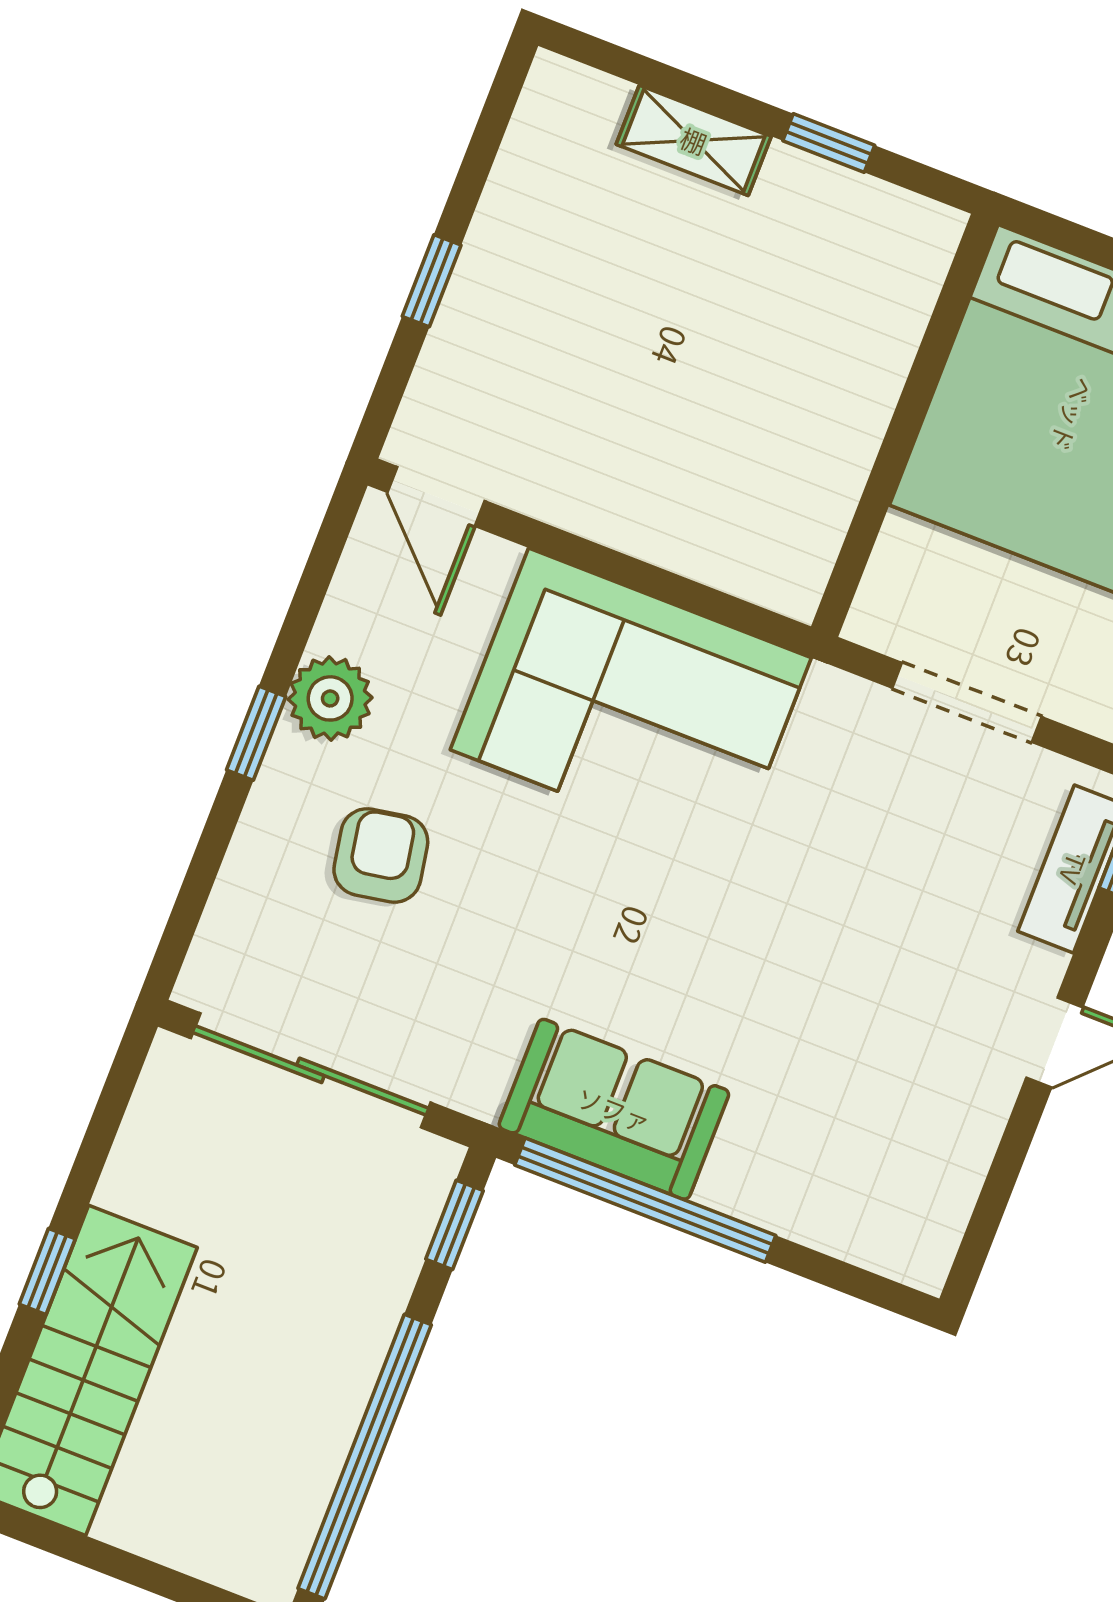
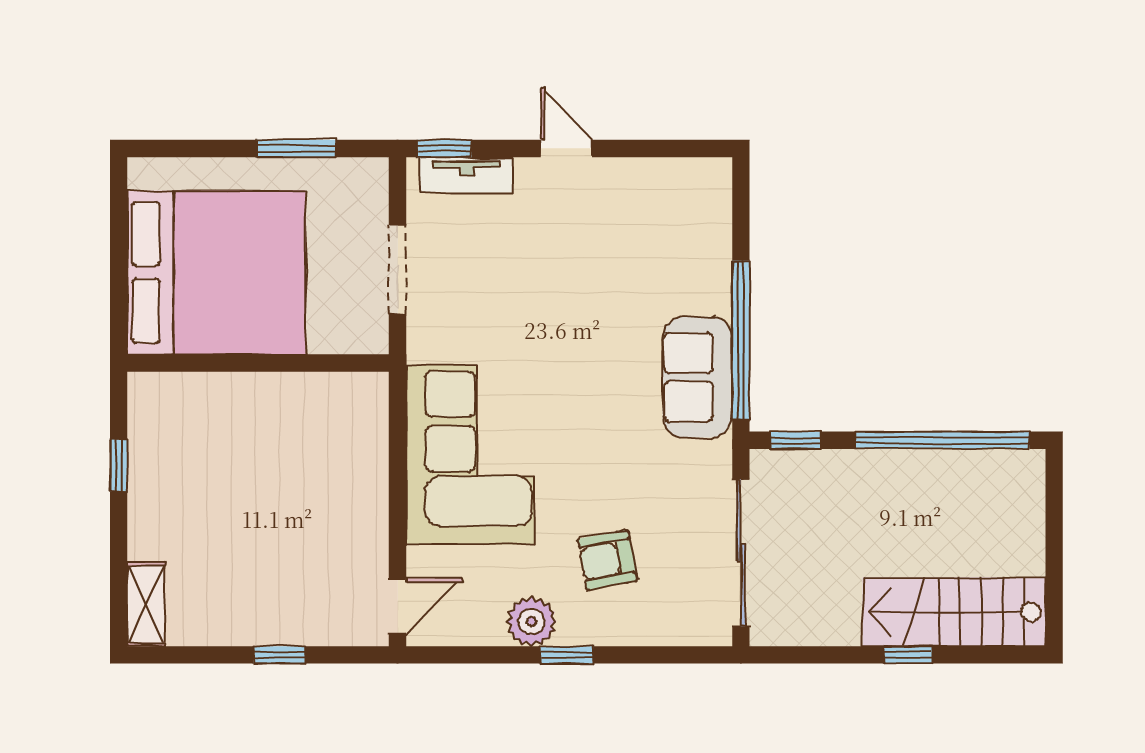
shelving: (694, 140) -> (146, 604), moved

